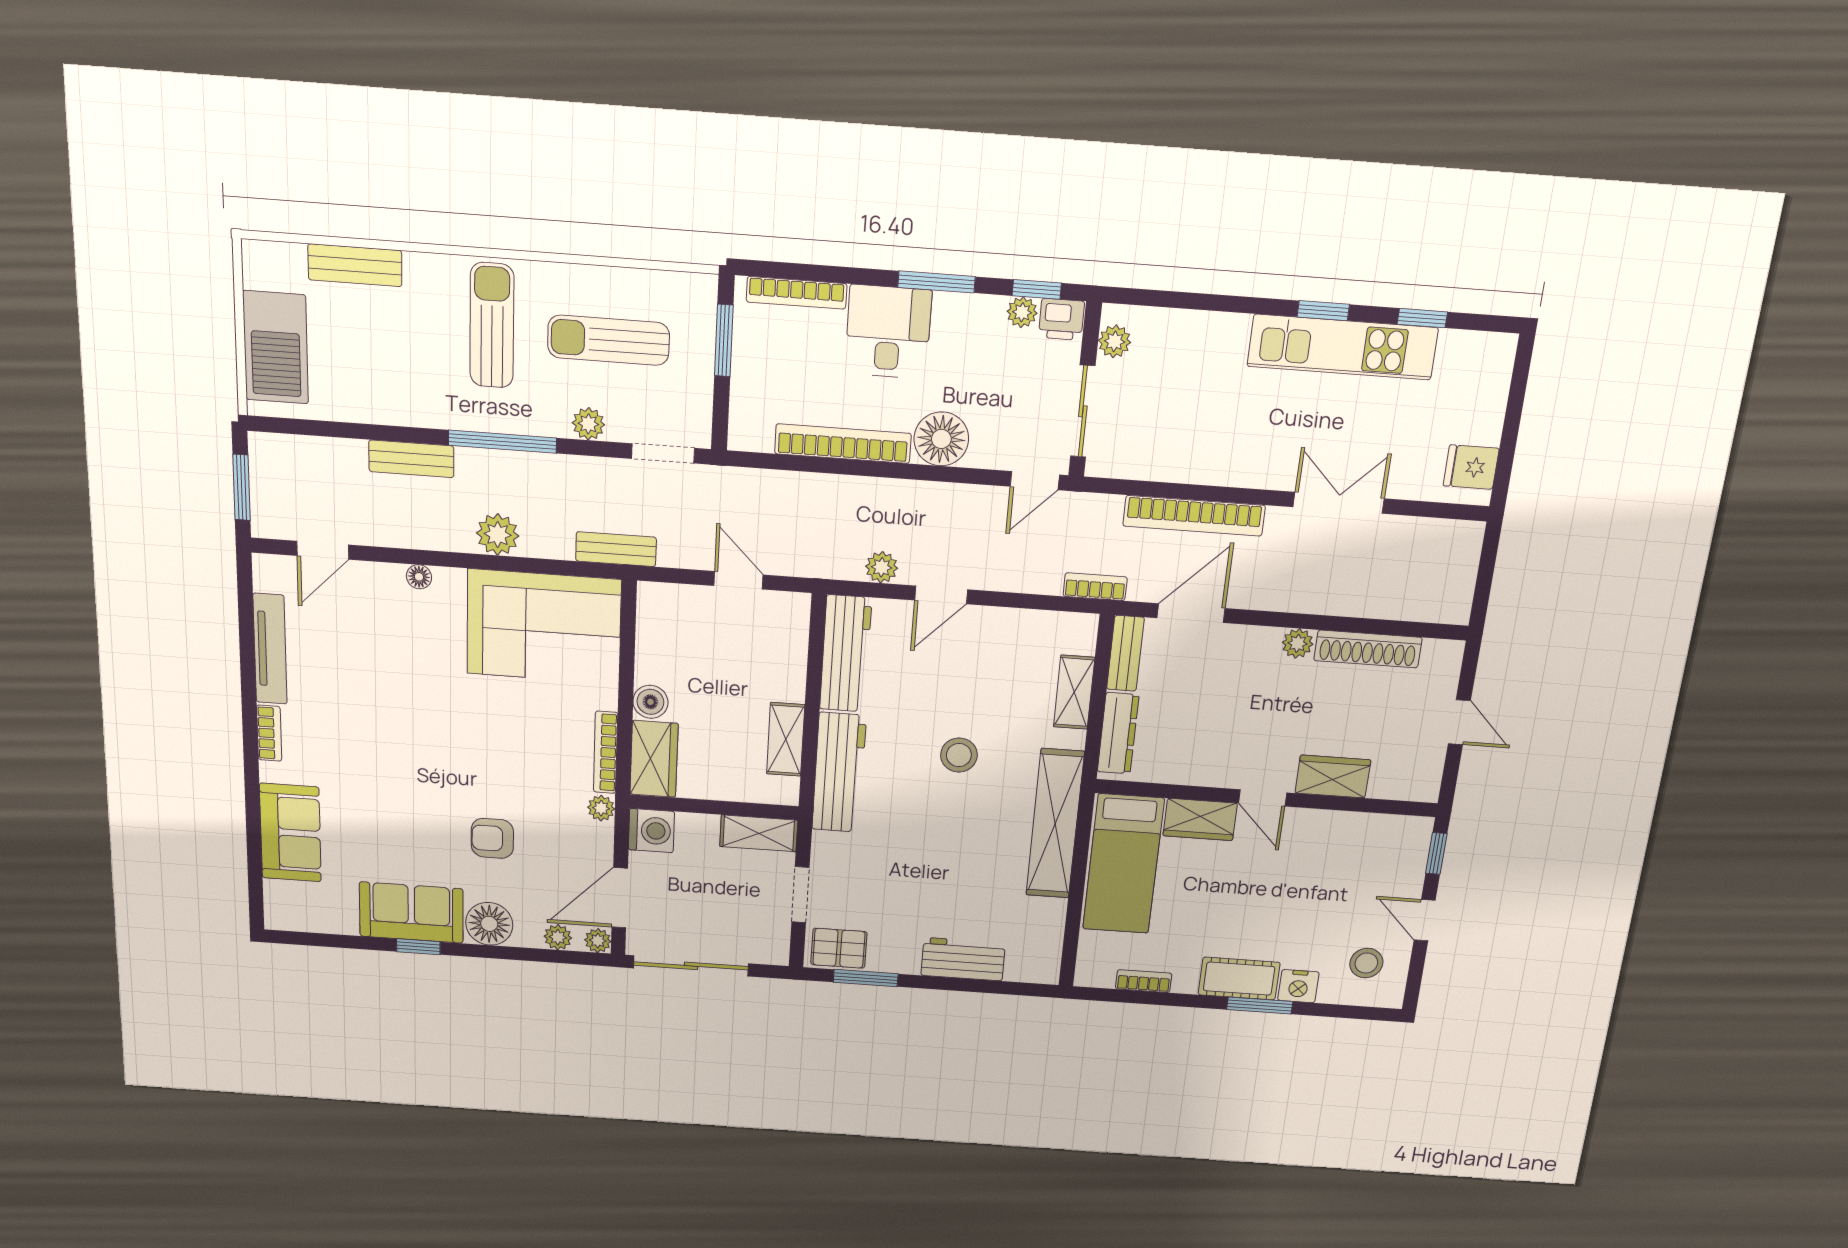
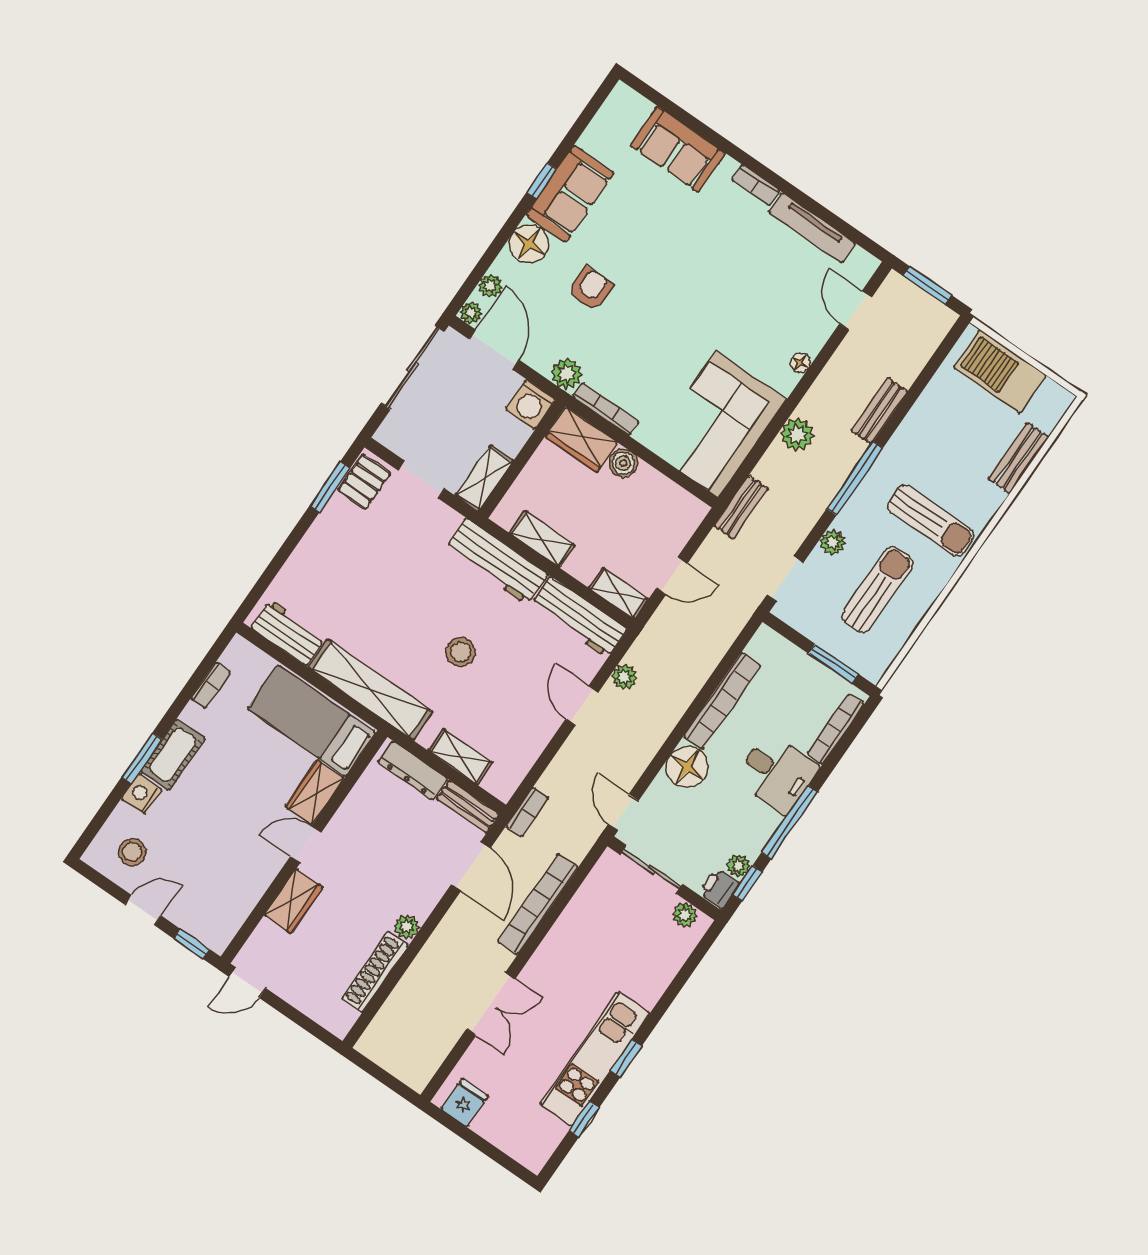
window: (937, 282) -> (790, 822), width x1.44
shelving: (794, 626) -> (619, 594), added
door: (1459, 722) -> (247, 982), moved
plant: (601, 808) -> (567, 374), width x1.38, depth x1.38
workbench: (963, 959) -> (288, 633), moved, turned -90

